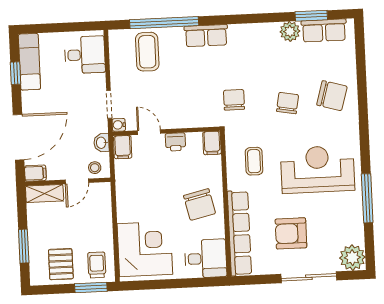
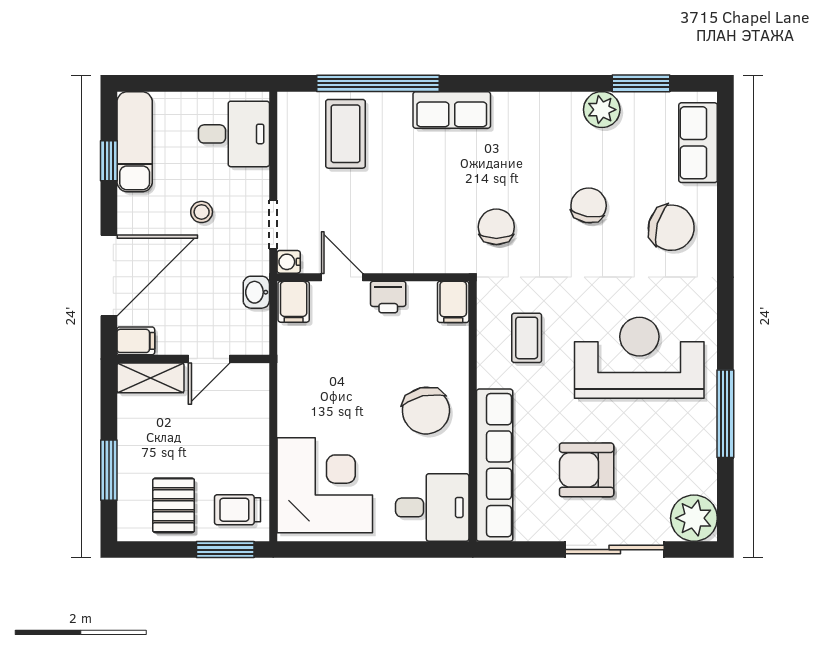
row of seats: (324, 30) -> (698, 143), moved, turned 90
chair: (288, 103) -> (589, 205), moved
stool: (95, 168) -> (202, 212), moved
trolley: (97, 265) -> (238, 510), turned -90

